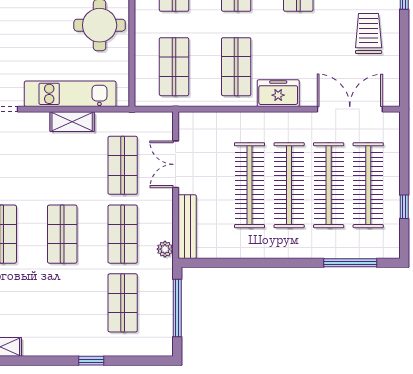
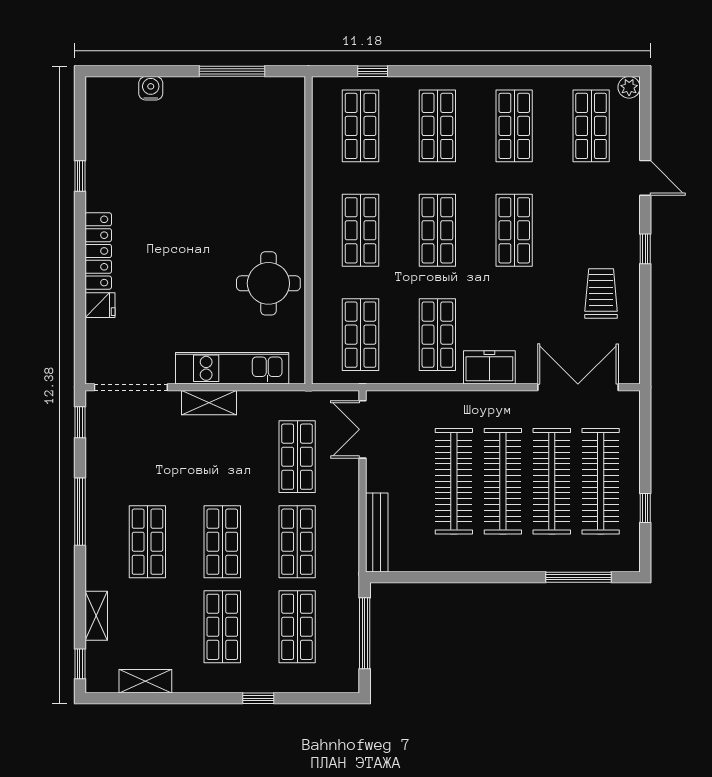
shelving: (72, 122) -> (209, 403), moved
double door: (176, 164) -> (363, 429), moved
plant: (165, 249) -> (349, 560), removed
shop shelf: (62, 303) -> (222, 627), added

